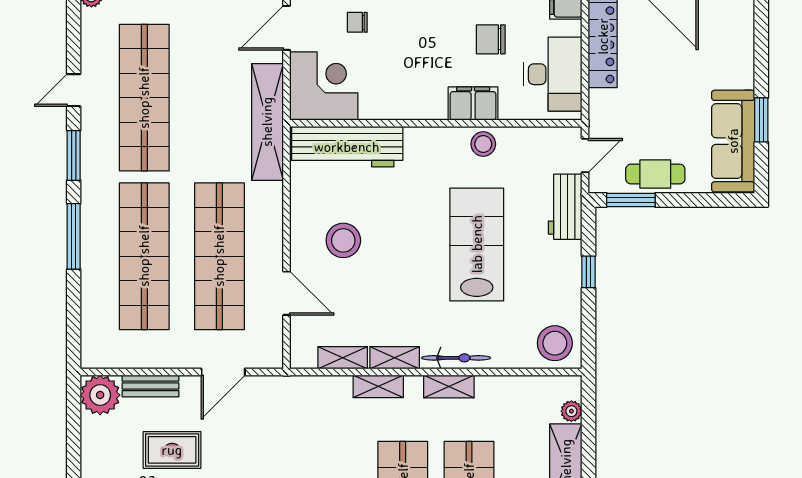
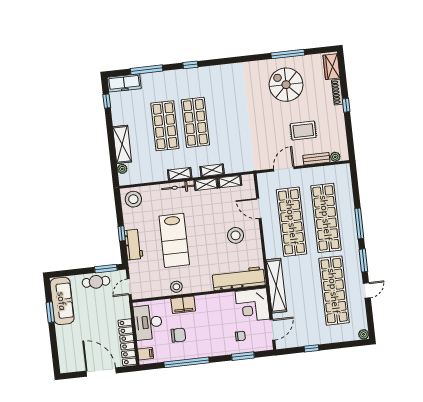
workbench: (565, 207) -> (134, 245), moved
plant: (100, 395) -> (335, 157), width x0.53, depth x0.53

